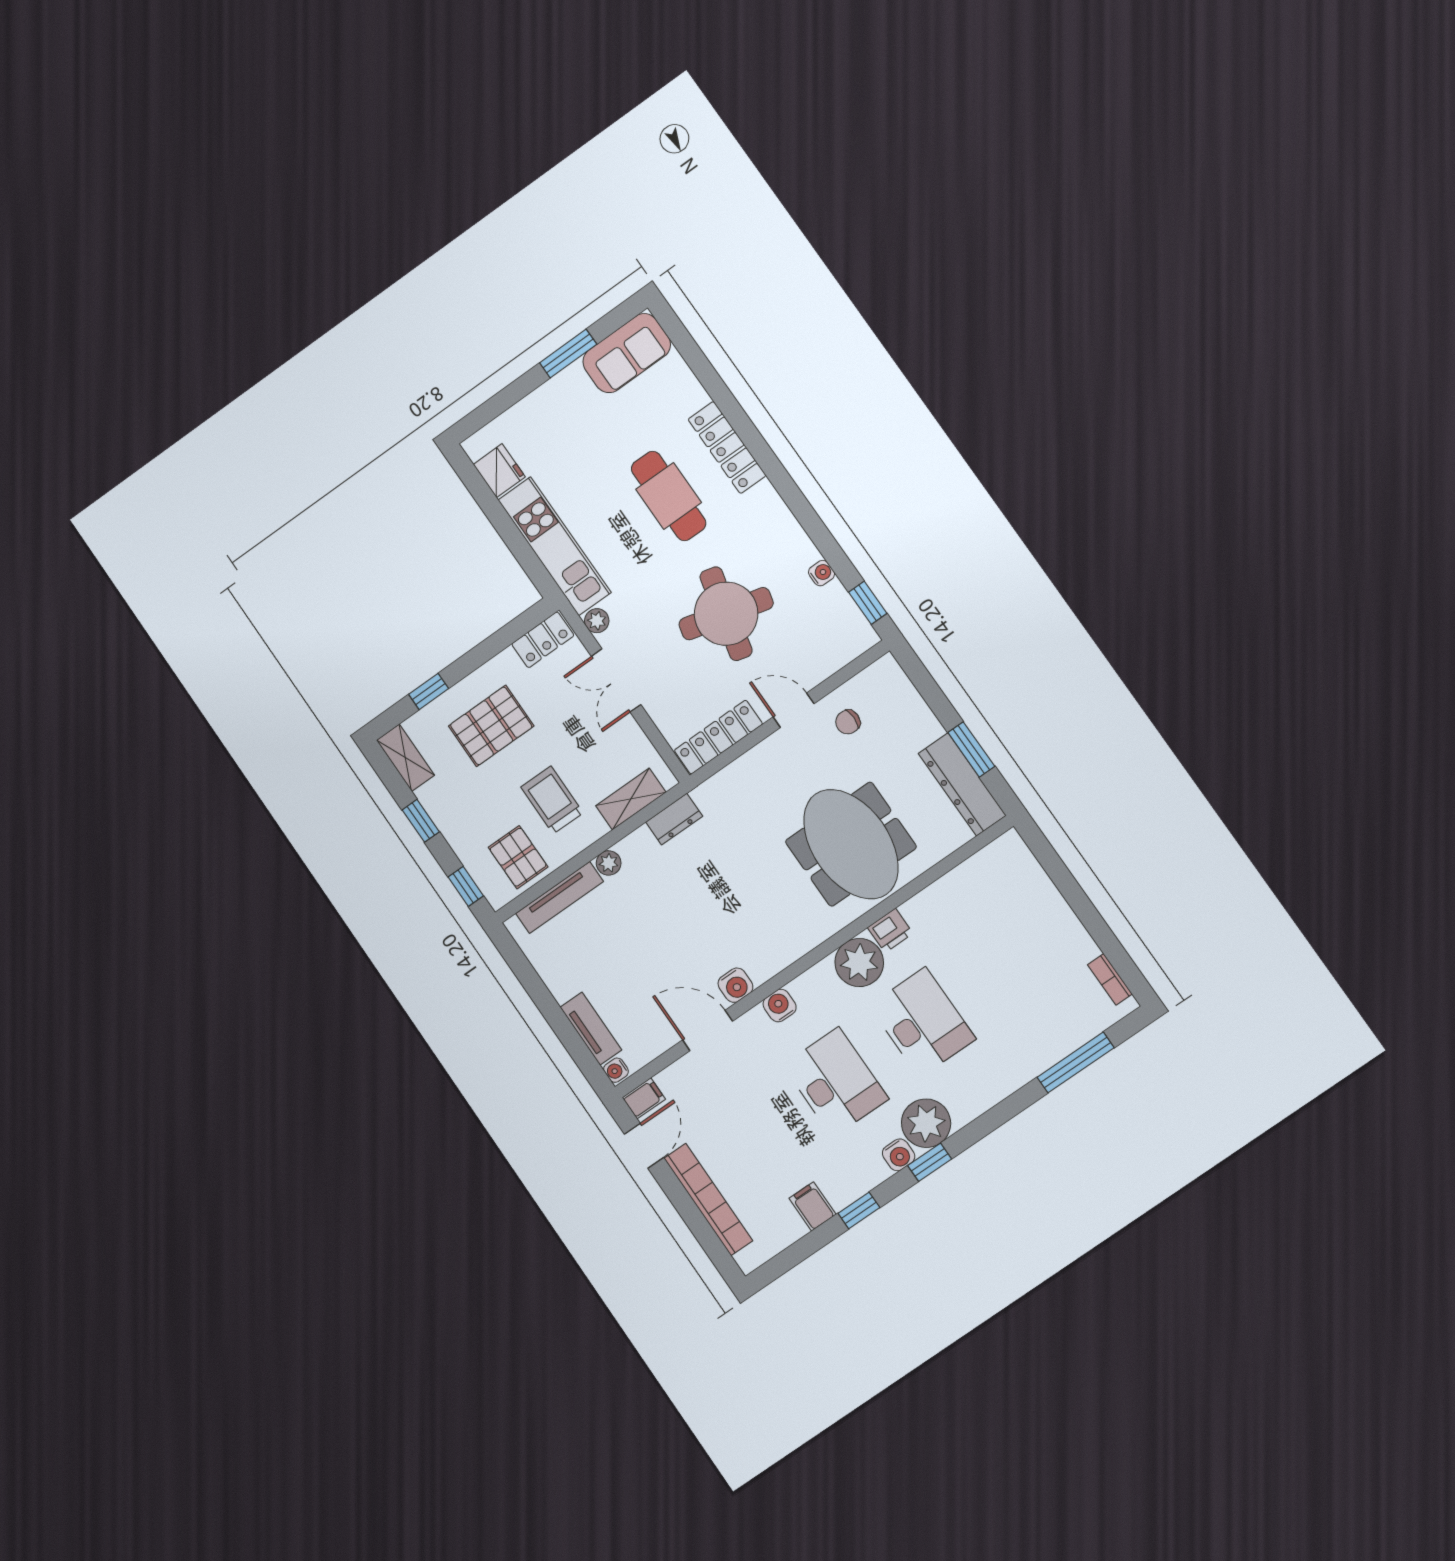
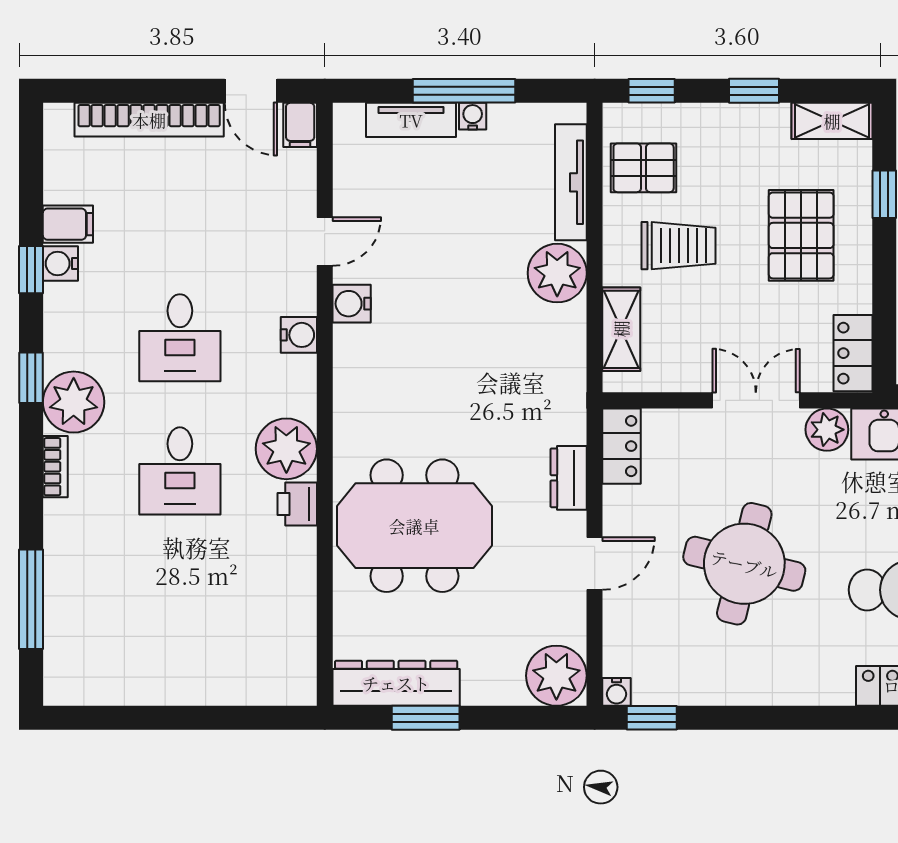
water cooler: (822, 573) -> (616, 692), moved
plant: (597, 621) -> (827, 430), width x1.38, depth x1.38
plant: (884, 684) -> (556, 676), added
chair: (848, 722) -> (543, 611), removed
locker: (718, 737) -> (622, 446), width x0.66
dresser: (674, 819) -> (569, 478), moved
plant: (609, 863) -> (557, 273), width x1.87, depth x1.87
bookcase: (1110, 979) -> (55, 467), moved, turned 90
window: (549, 1007) -> (464, 91), added
desk: (922, 1022) -> (180, 471), width x0.73
door: (708, 1030) -> (325, 241), width x0.73
water cooler: (616, 1070) -> (473, 116), moved
desk: (835, 1082) -> (180, 338), width x0.73
water cooler: (899, 1155) -> (60, 263), moved

